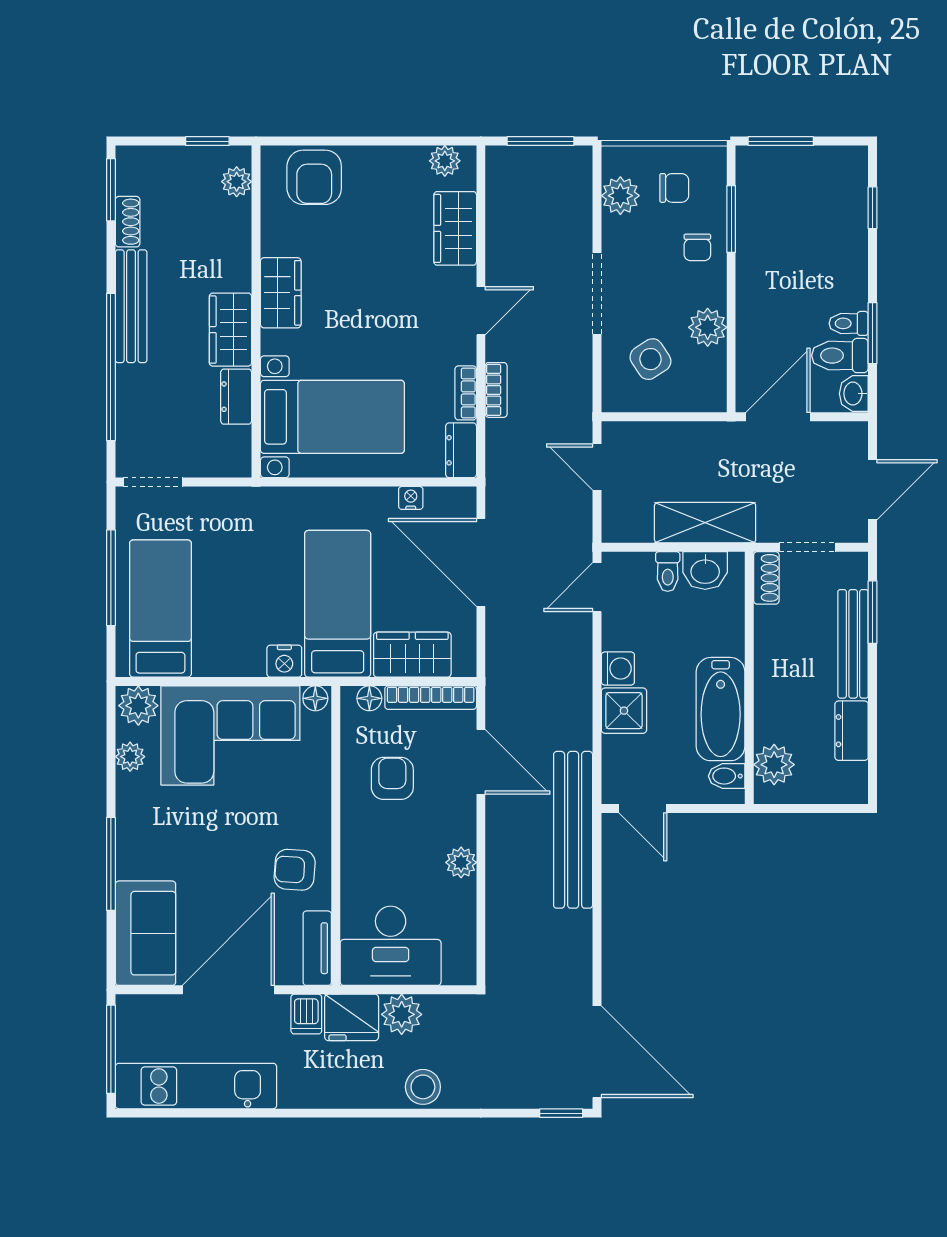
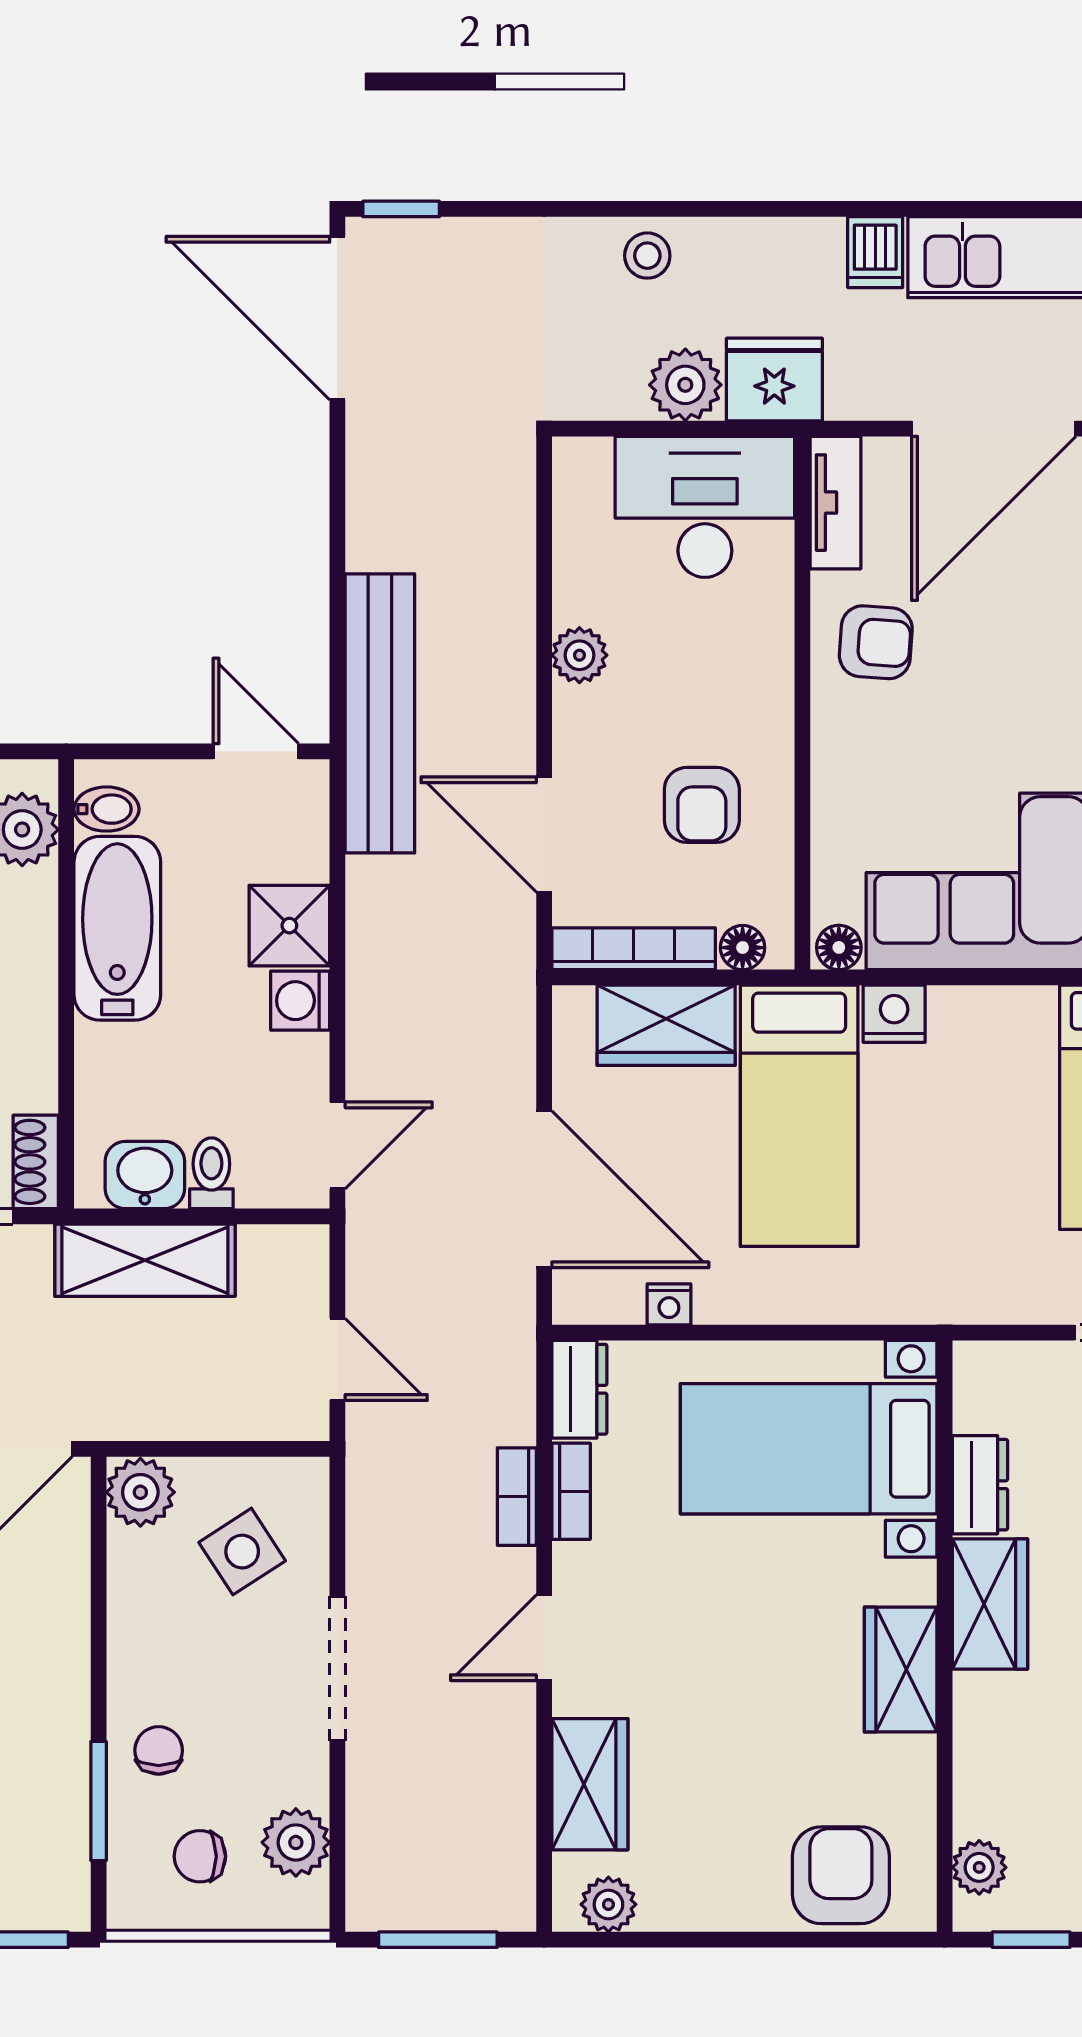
plant: (708, 327) -> (140, 1492), moved
dishwasher: (306, 1014) -> (875, 252), moved, turned 180
stool: (423, 1087) -> (647, 256), width x0.73, depth x0.73

